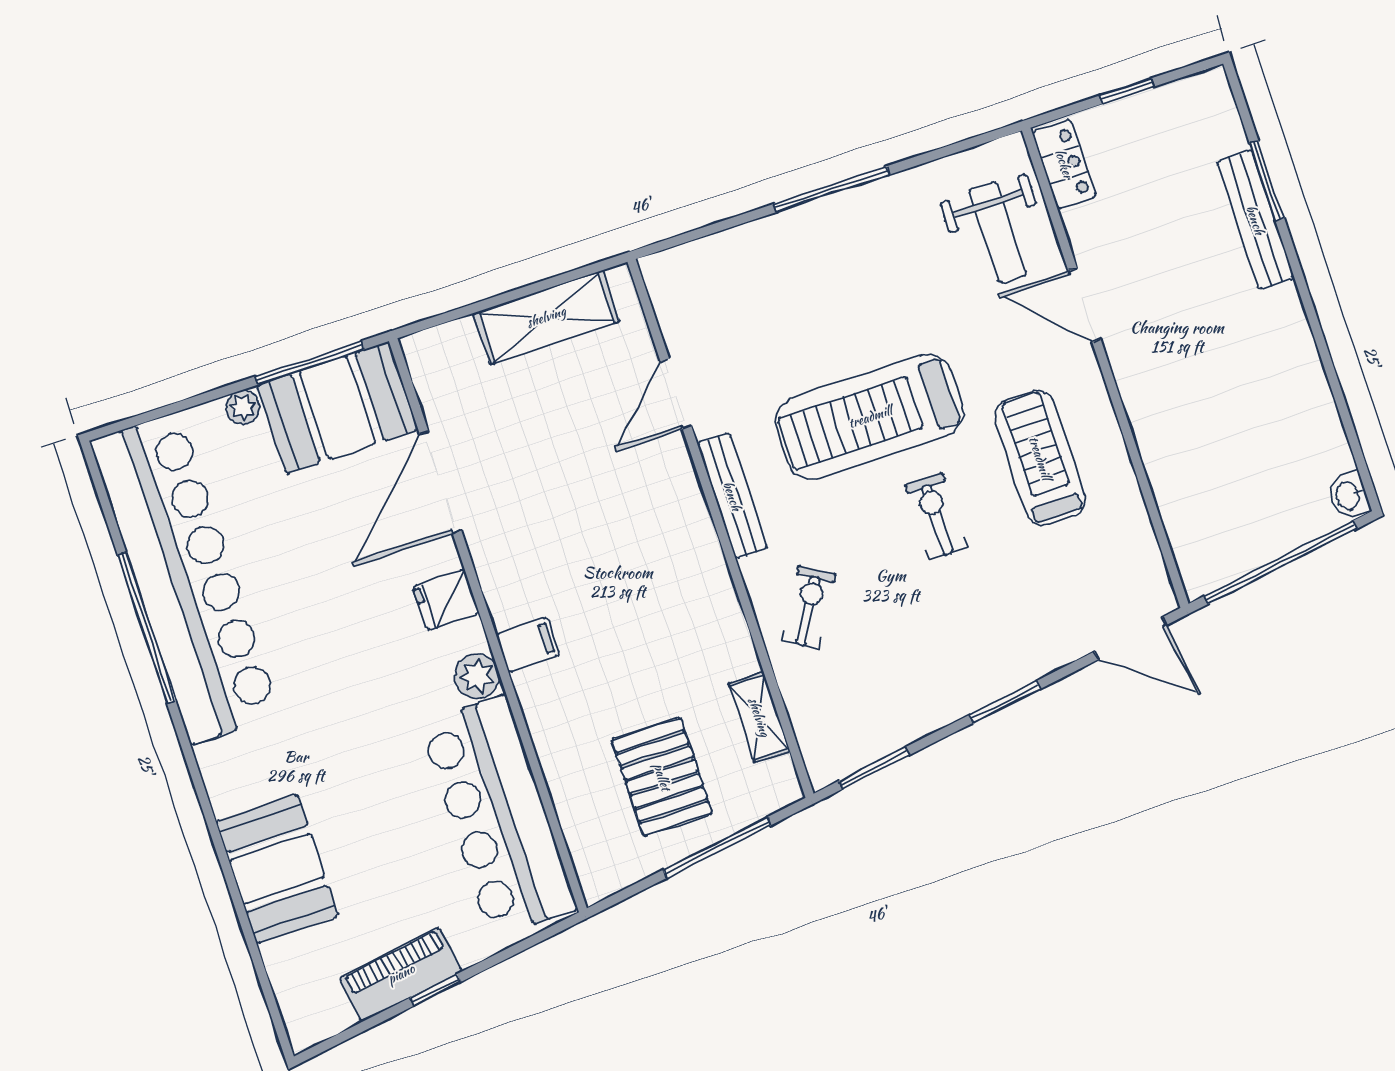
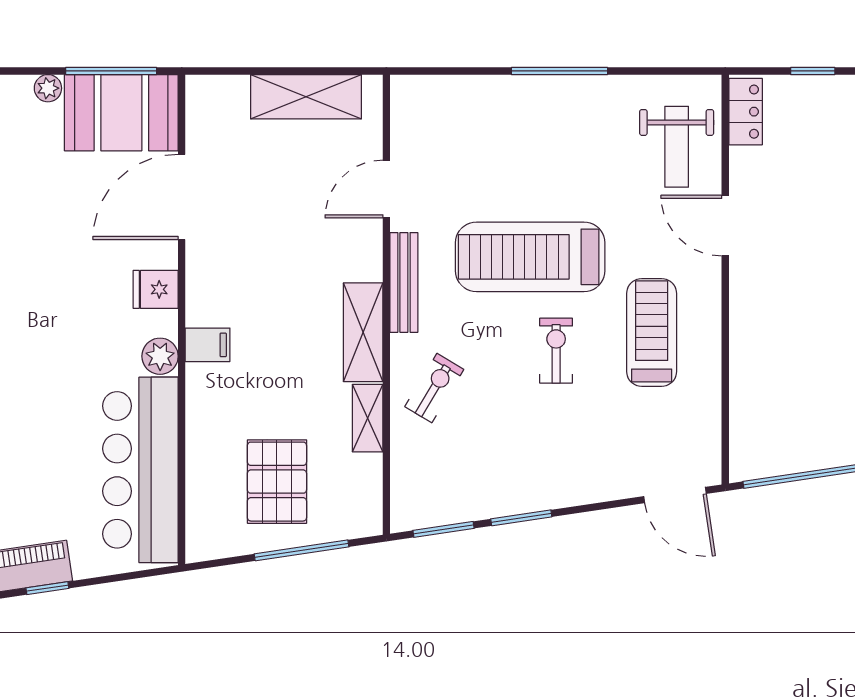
shelving: (704, 569) -> (363, 332), added
window: (1005, 702) -> (521, 518), moved
shelving: (759, 717) -> (368, 418), moved

